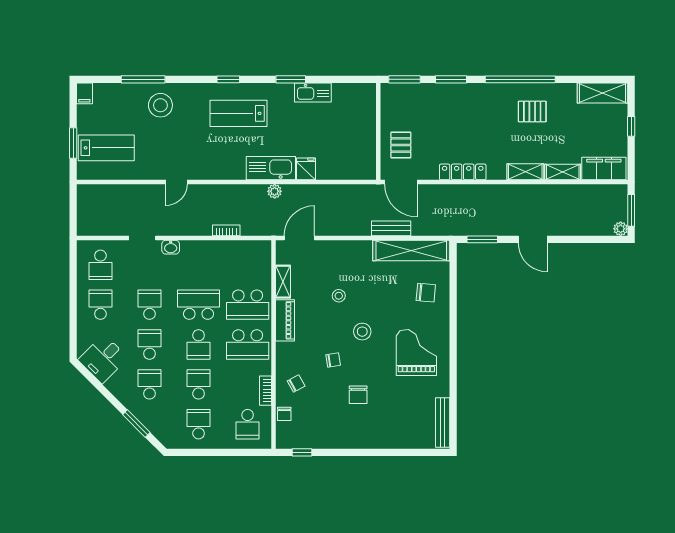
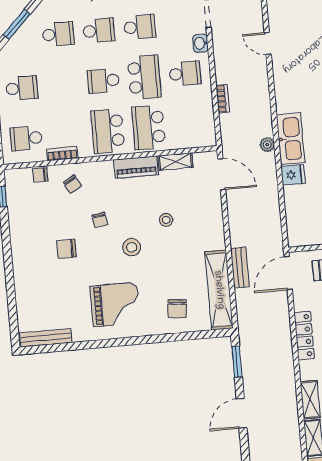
school desk: (199, 384) -> (185, 73), moved

